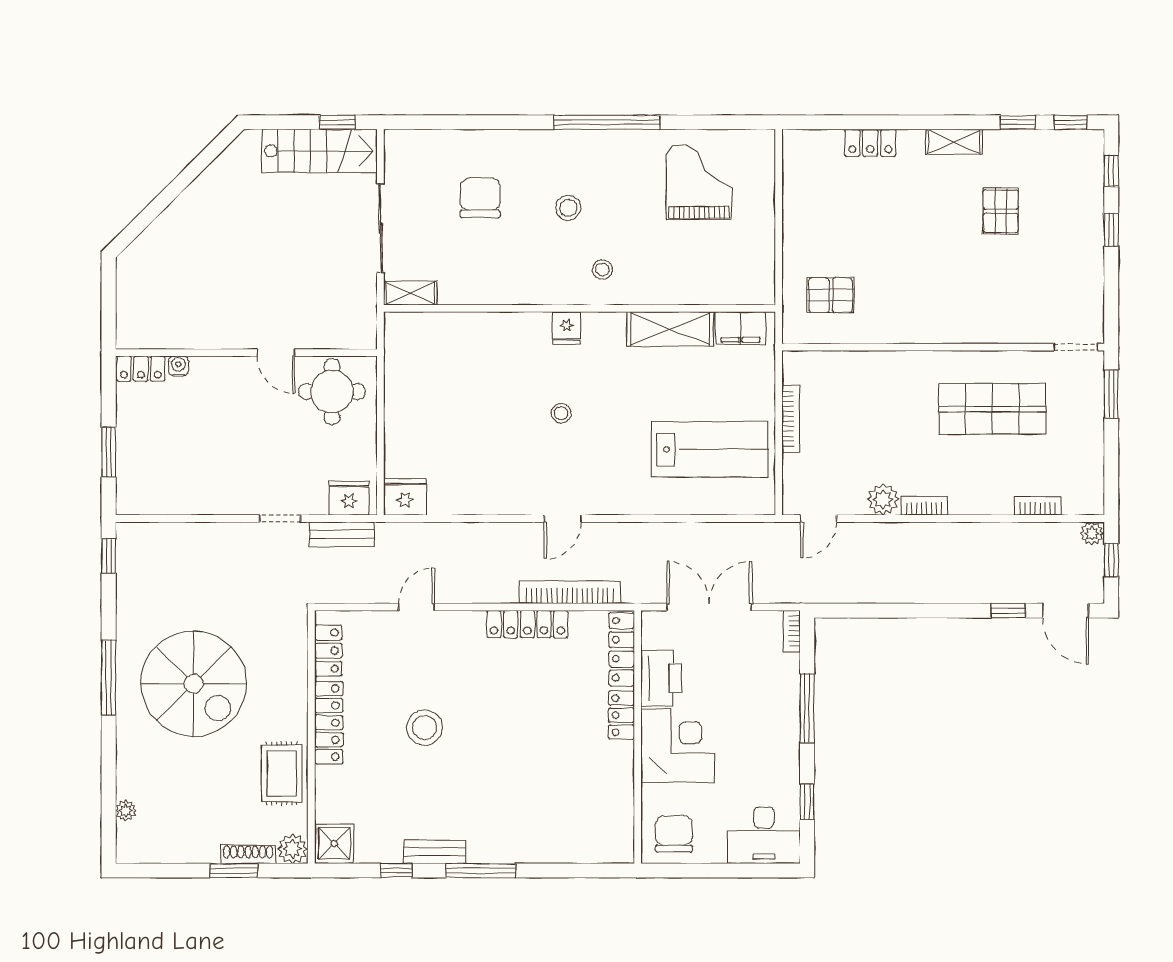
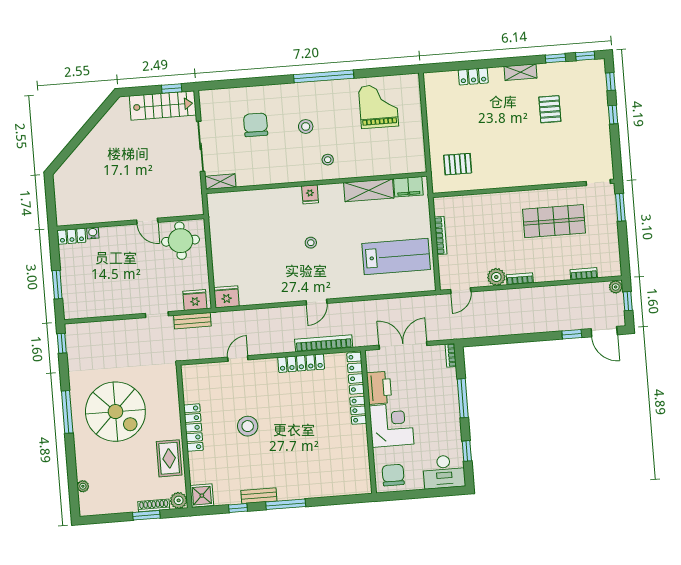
locker: (328, 651) -> (190, 387), removed

